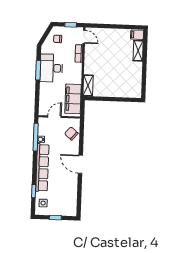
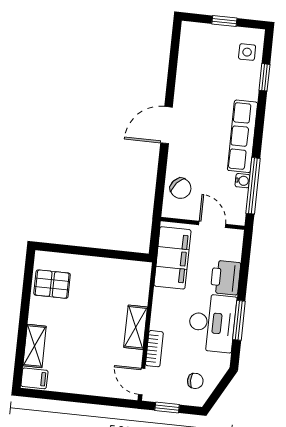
pallet: (132, 82) -> (52, 284), added
shelving: (88, 85) -> (136, 327), moved
printer: (46, 91) -> (225, 278), added
door: (54, 117) -> (212, 224), swing flipped
door: (80, 164) -> (167, 125), swing flipped
row of seats: (42, 168) -> (242, 136), width x0.73

